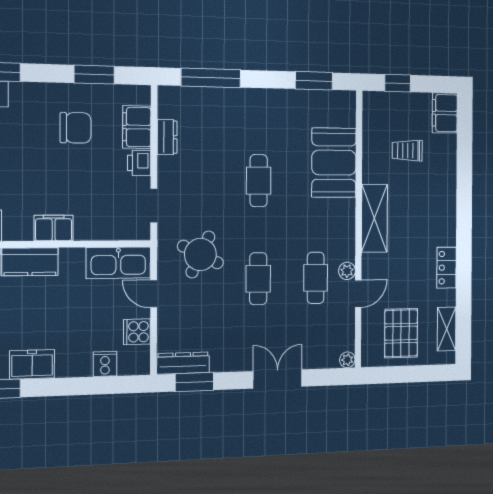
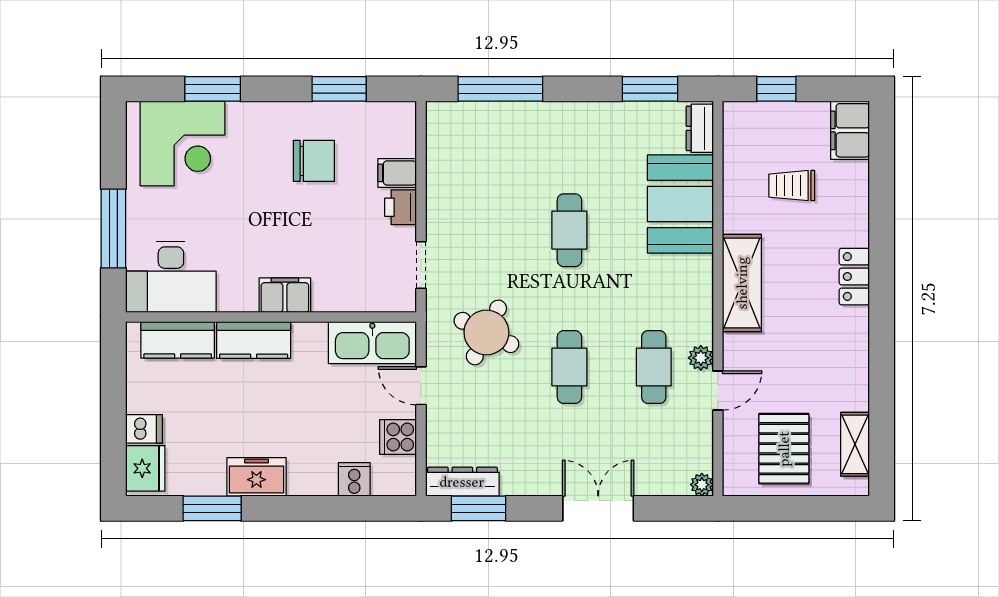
filing cabinet: (137, 127) -> (397, 173), width x0.50
dresser: (167, 137) -> (700, 128), moved, turned 180
locker: (447, 268) -> (854, 277), moved

